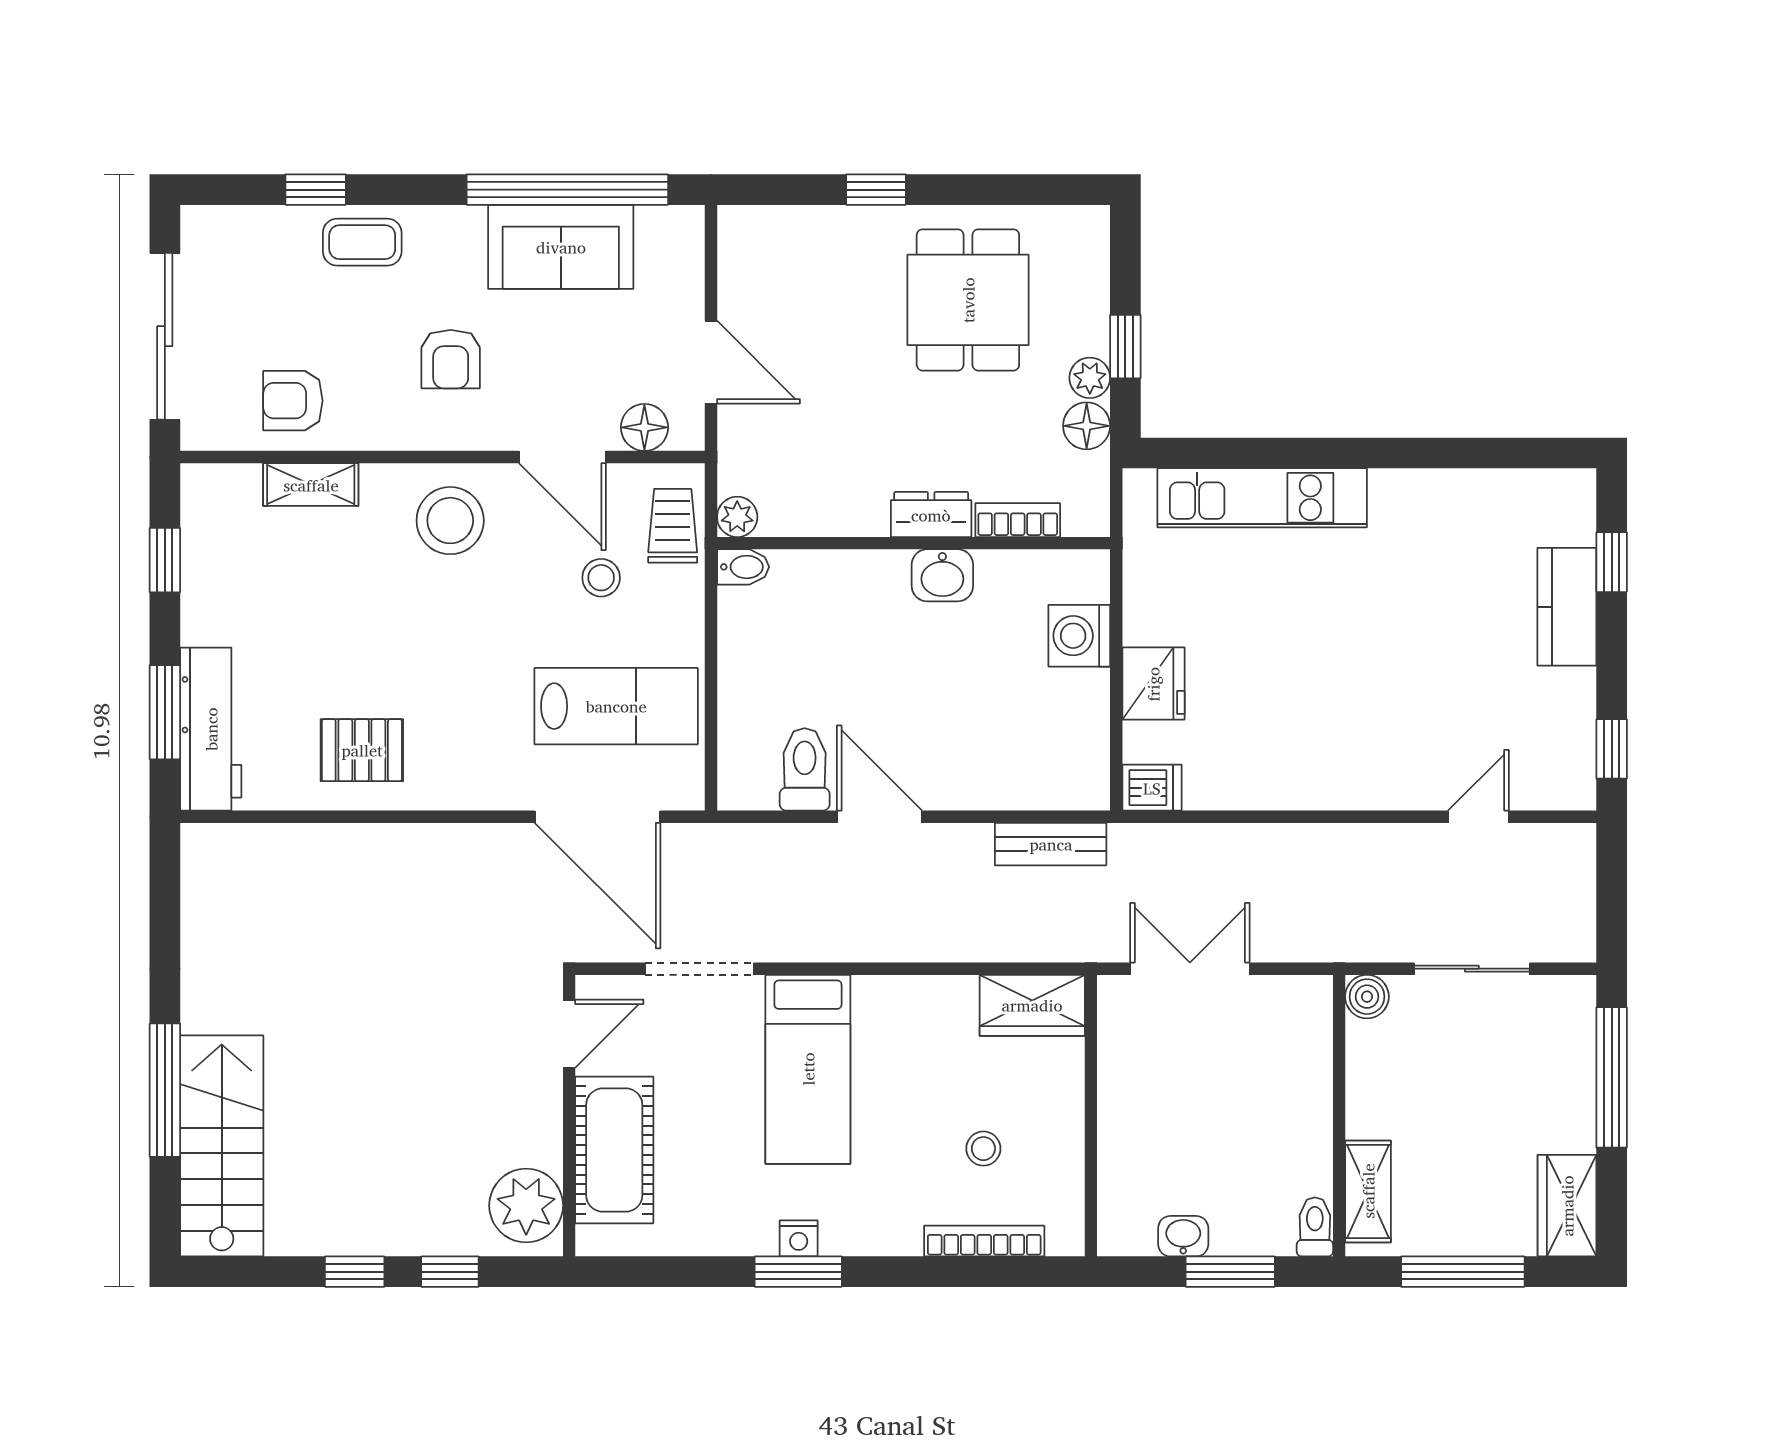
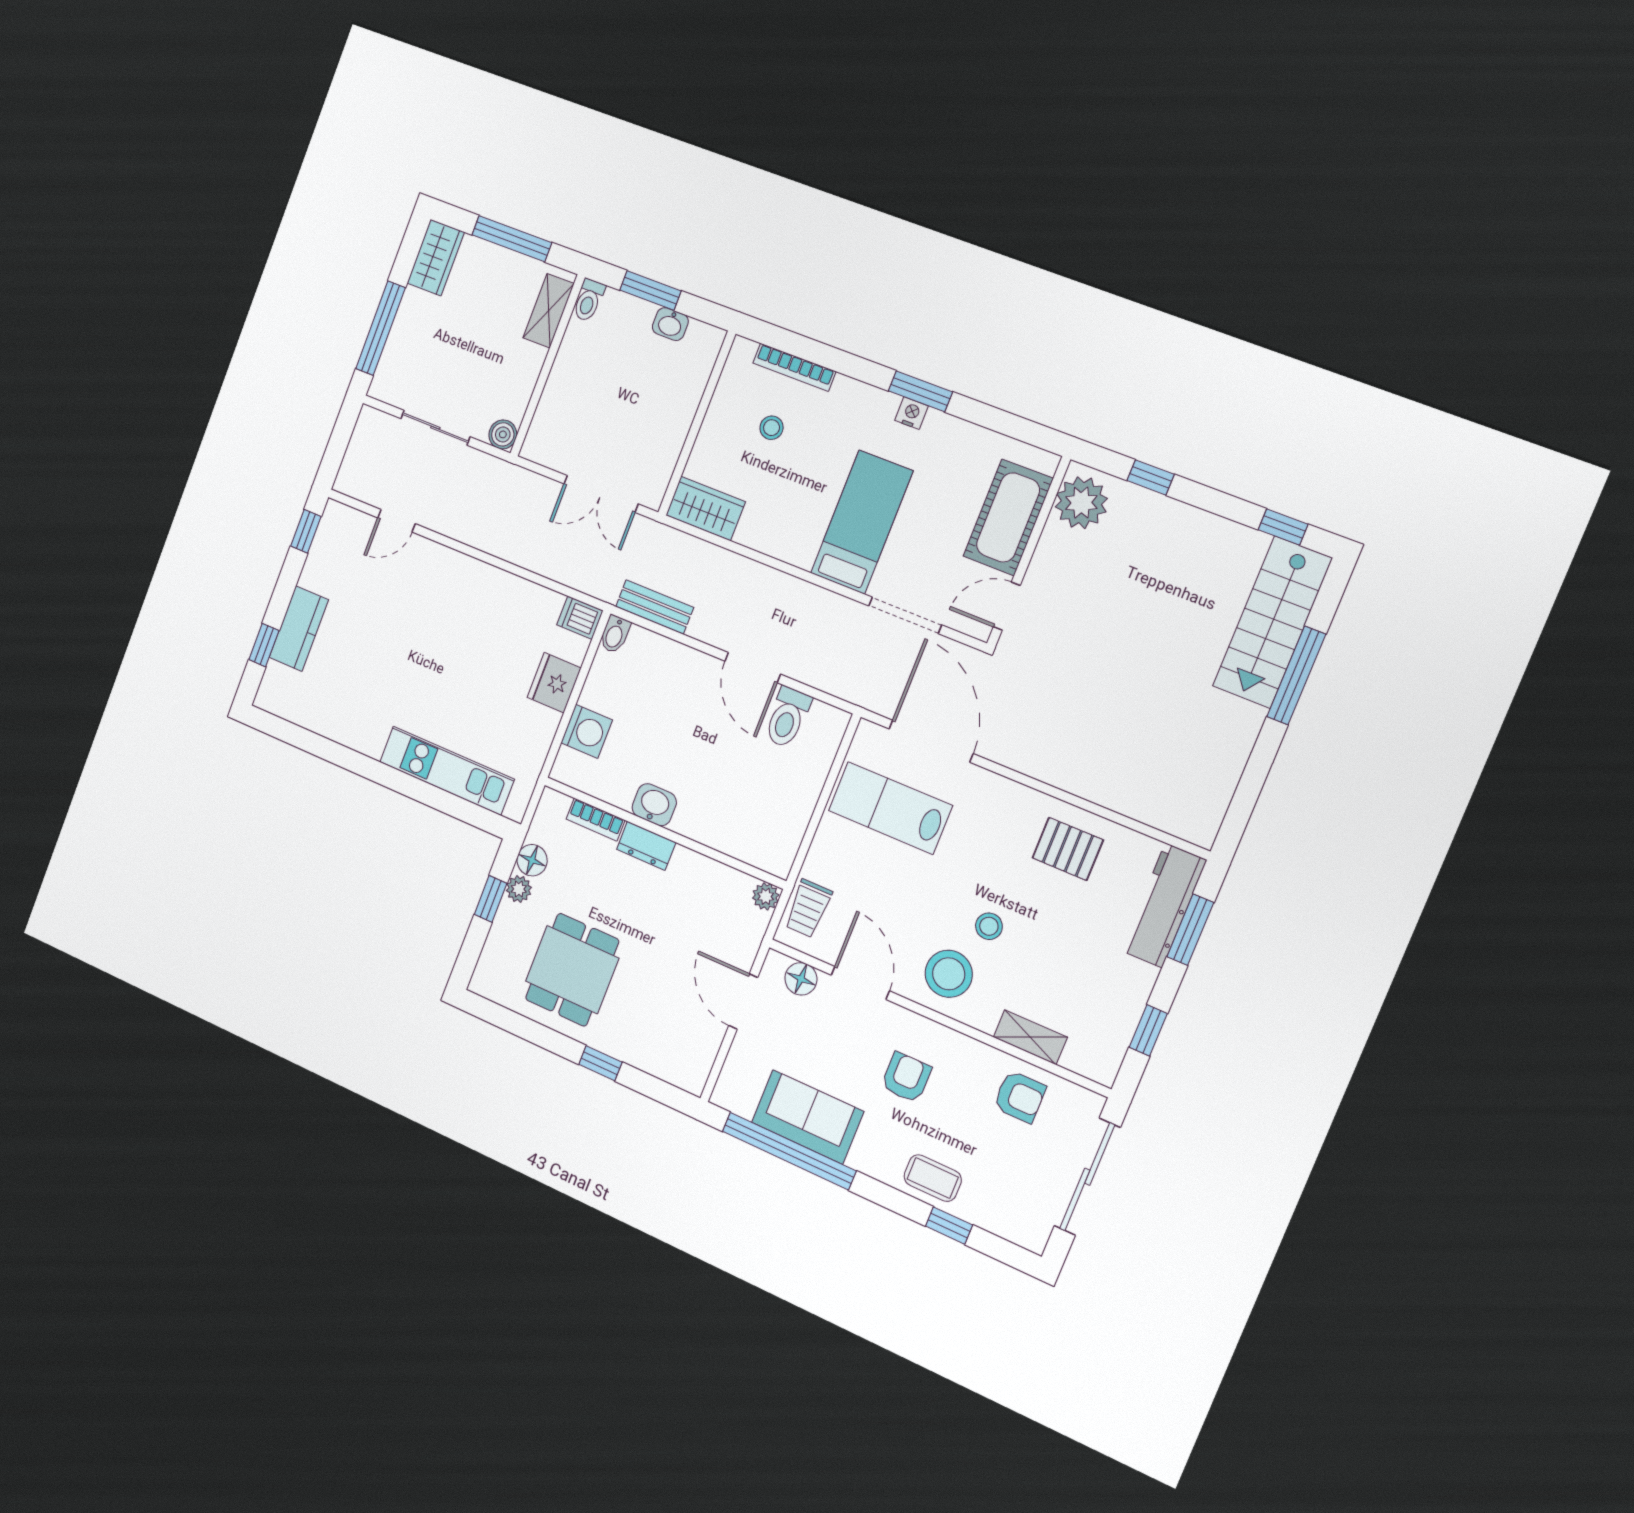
bidet: (743, 567) -> (615, 634), moved, turned -90
stool: (601, 578) -> (989, 926), moved
window: (355, 1272) -> (1283, 527), moved

